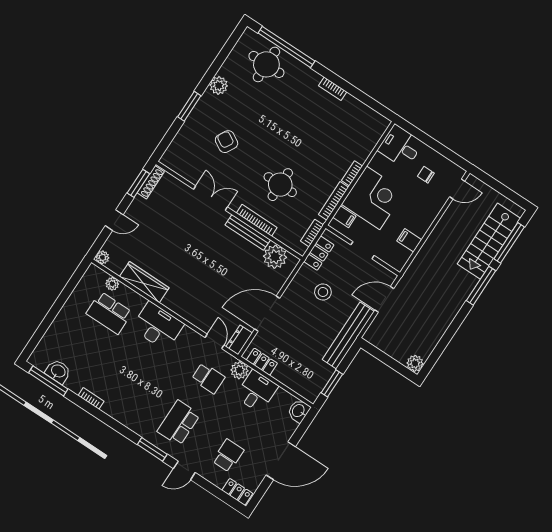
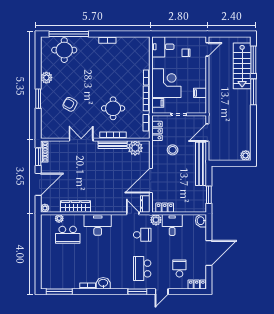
door: (114, 220) -> (38, 184), width x1.87
washbasin: (58, 371) -> (103, 283), moved

